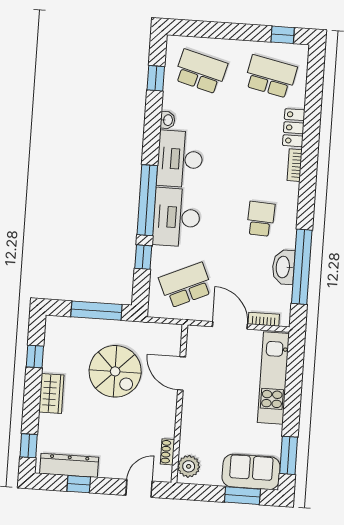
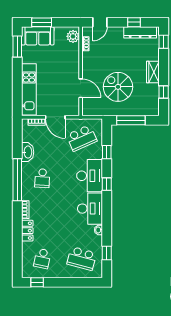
school desk: (271, 76) -> (42, 259), width x0.54
window: (147, 200) -> (107, 184), width x0.32
window: (302, 267) -> (17, 180), moved

